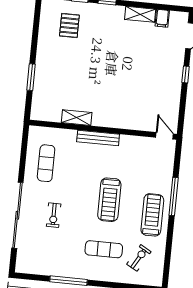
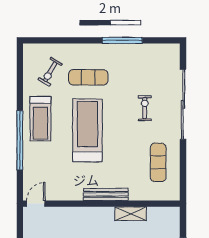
door: (165, 136) -> (36, 204), swing flipped
window: (174, 196) -> (20, 140), width x1.46
treadmill: (109, 200) -> (87, 130), width x1.37, depth x1.38

